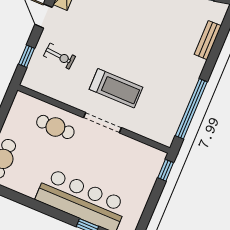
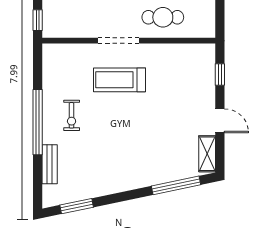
exercise bike: (59, 56) -> (72, 115), moved, turned -95
window: (191, 109) -> (38, 122), moved

